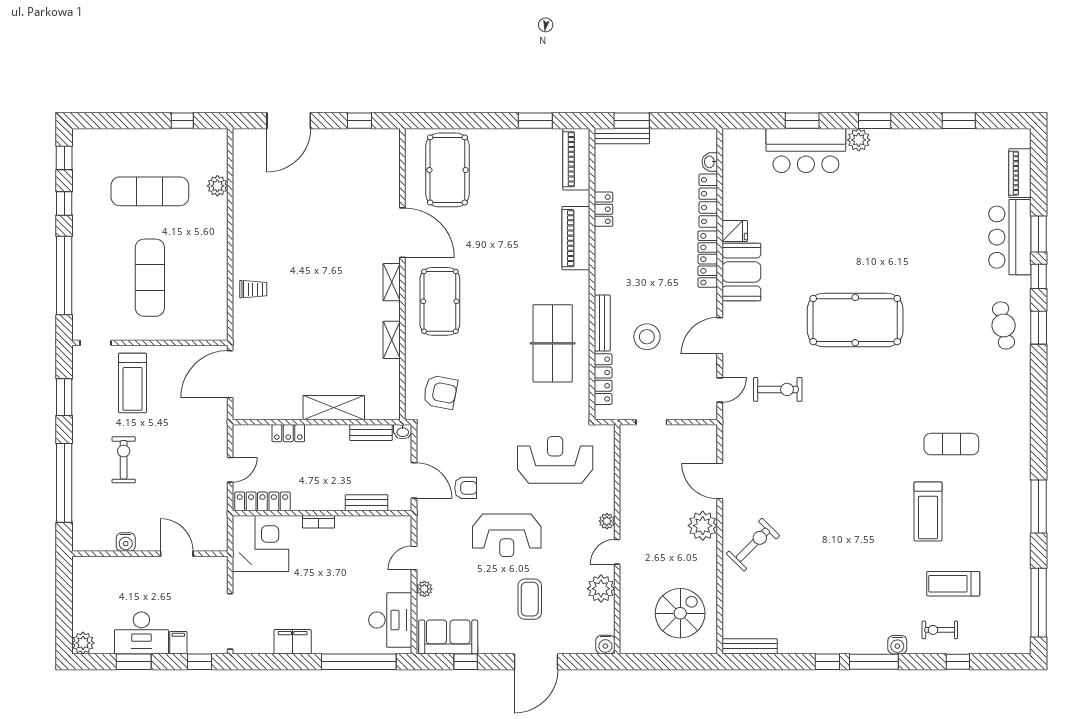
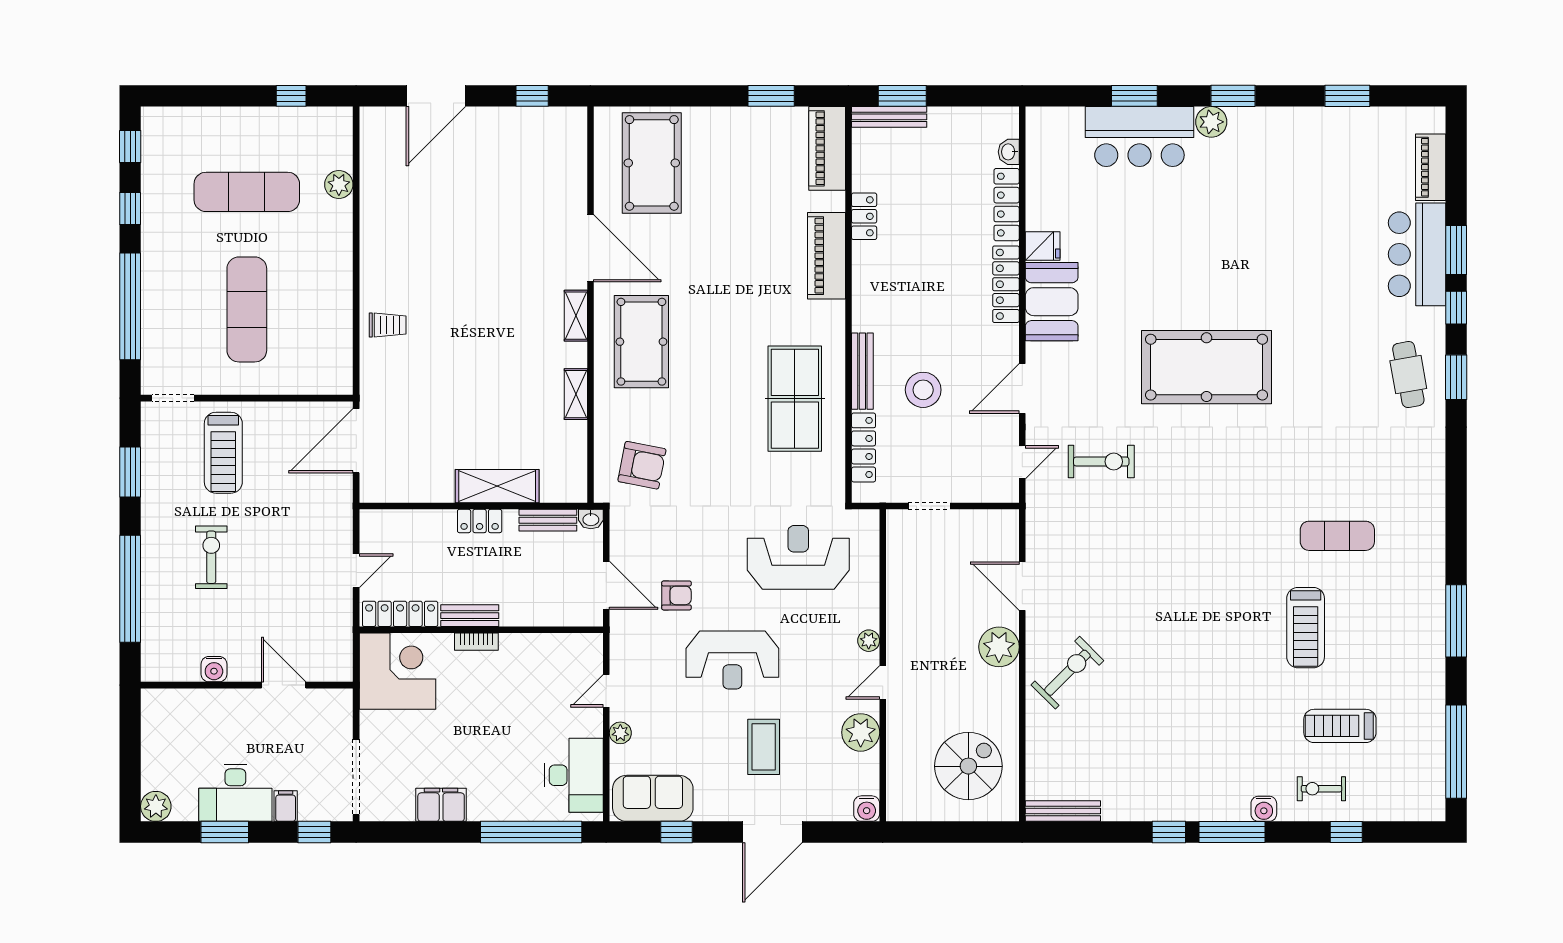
locker: (288, 433) -> (480, 521), moved
bench: (367, 503) -> (470, 616), moved

